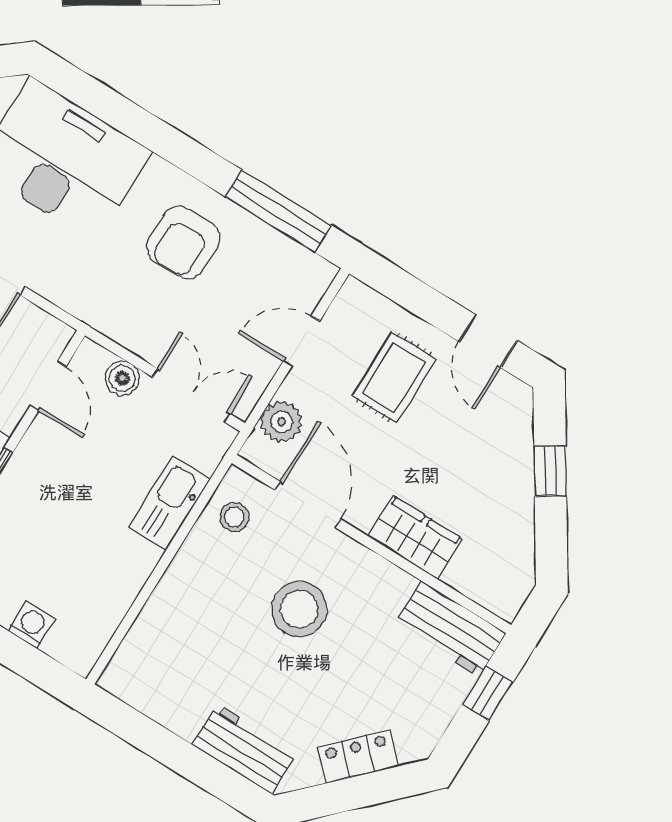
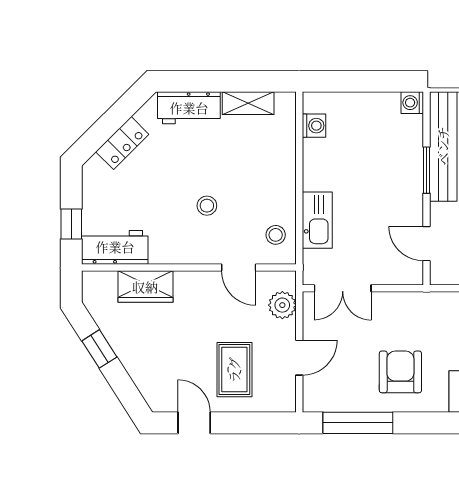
boiler: (122, 378) -> (387, 274), removed
window: (550, 471) -> (99, 349), moved
door: (308, 505) -> (239, 268), width x0.73
wardrobe: (415, 537) -> (145, 287), moved
stool: (299, 609) -> (207, 206), width x0.53, depth x0.53
washing machine: (31, 625) -> (314, 126), moved, turned -90
shelving: (165, 708) -> (248, 103), added

